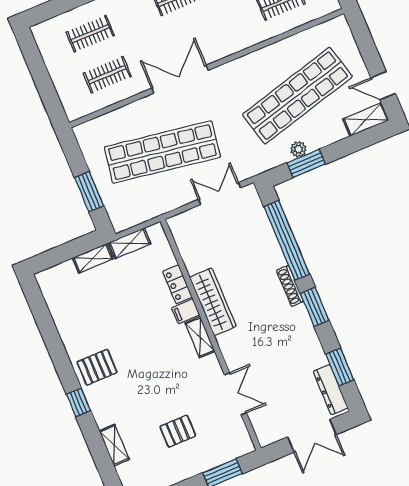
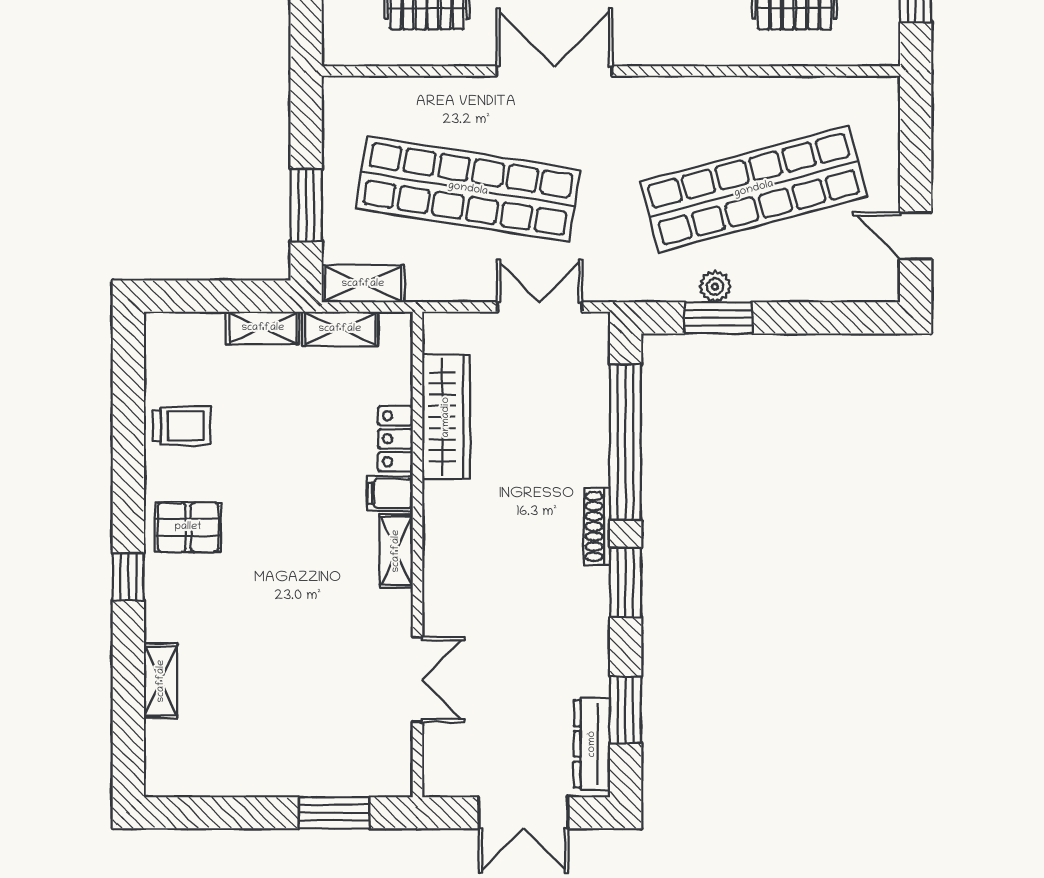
shelving: (366, 120) -> (363, 284), moved
wardrobe: (213, 302) -> (446, 417), moved
trolley: (74, 321) -> (182, 426), added
pallet: (178, 431) -> (285, 703), removed

